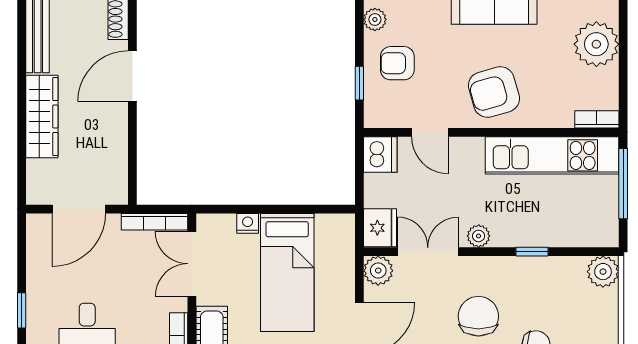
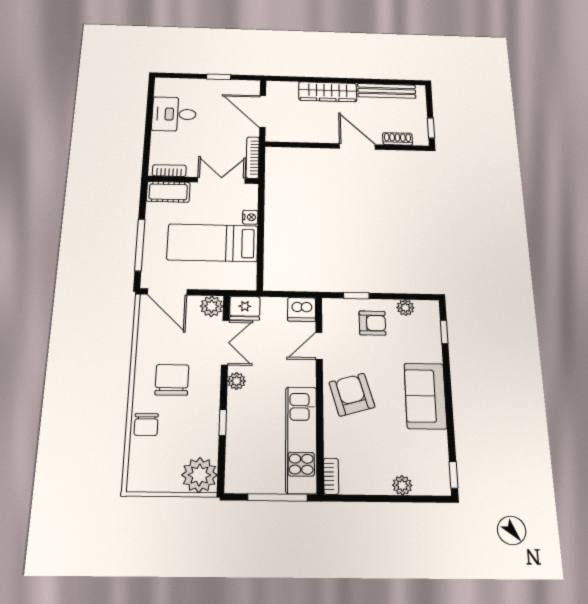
plant: (596, 44) -> (402, 485), width x0.53, depth x0.53
armchair: (397, 63) -> (372, 323), turned 90
plant: (603, 272) -> (199, 475), width x1.36, depth x1.36
window: (22, 310) -> (219, 77), moved
chair: (478, 316) -> (172, 380), turned -90

